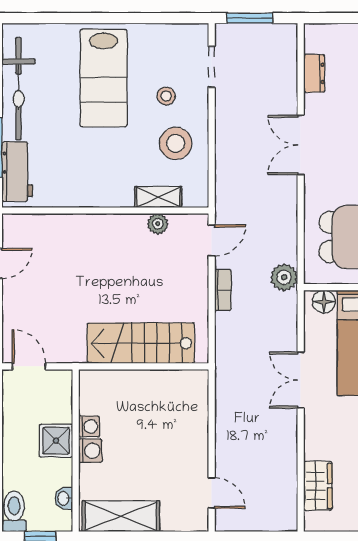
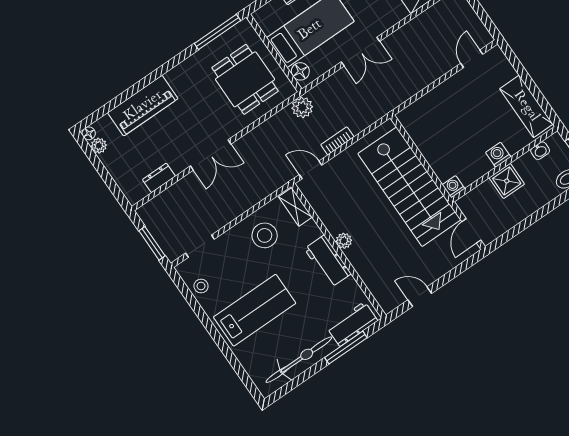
stool: (166, 96) -> (201, 286), moved
workbench: (102, 192) -> (328, 261), added
shelving: (158, 197) -> (295, 207), moved
plant: (158, 224) -> (344, 241), moved
stairs: (141, 343) -> (409, 187), width x1.36, depth x1.51
washing machine: (89, 426) -> (453, 187), moved

